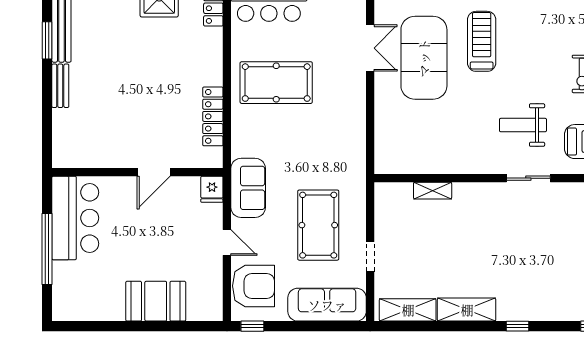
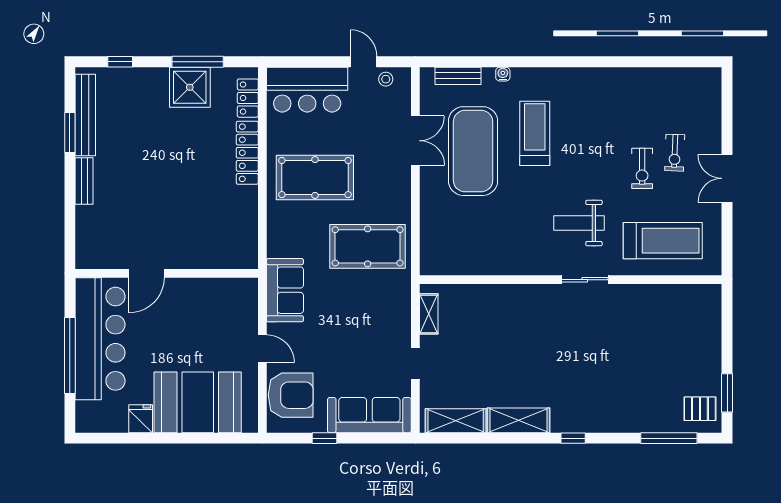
locker: (213, 116) -> (247, 153), moved
door: (154, 172) -> (147, 273), moved
fridge: (212, 189) -> (141, 419), moved, turned 180
shelving: (433, 191) -> (429, 314), moved, turned 90
bar counter: (75, 218) -> (100, 339), width x1.36
pool table: (318, 225) -> (368, 246), moved, turned 90
booth: (156, 301) -> (198, 402), width x1.36, depth x1.42
window: (252, 326) -> (325, 438), moved

